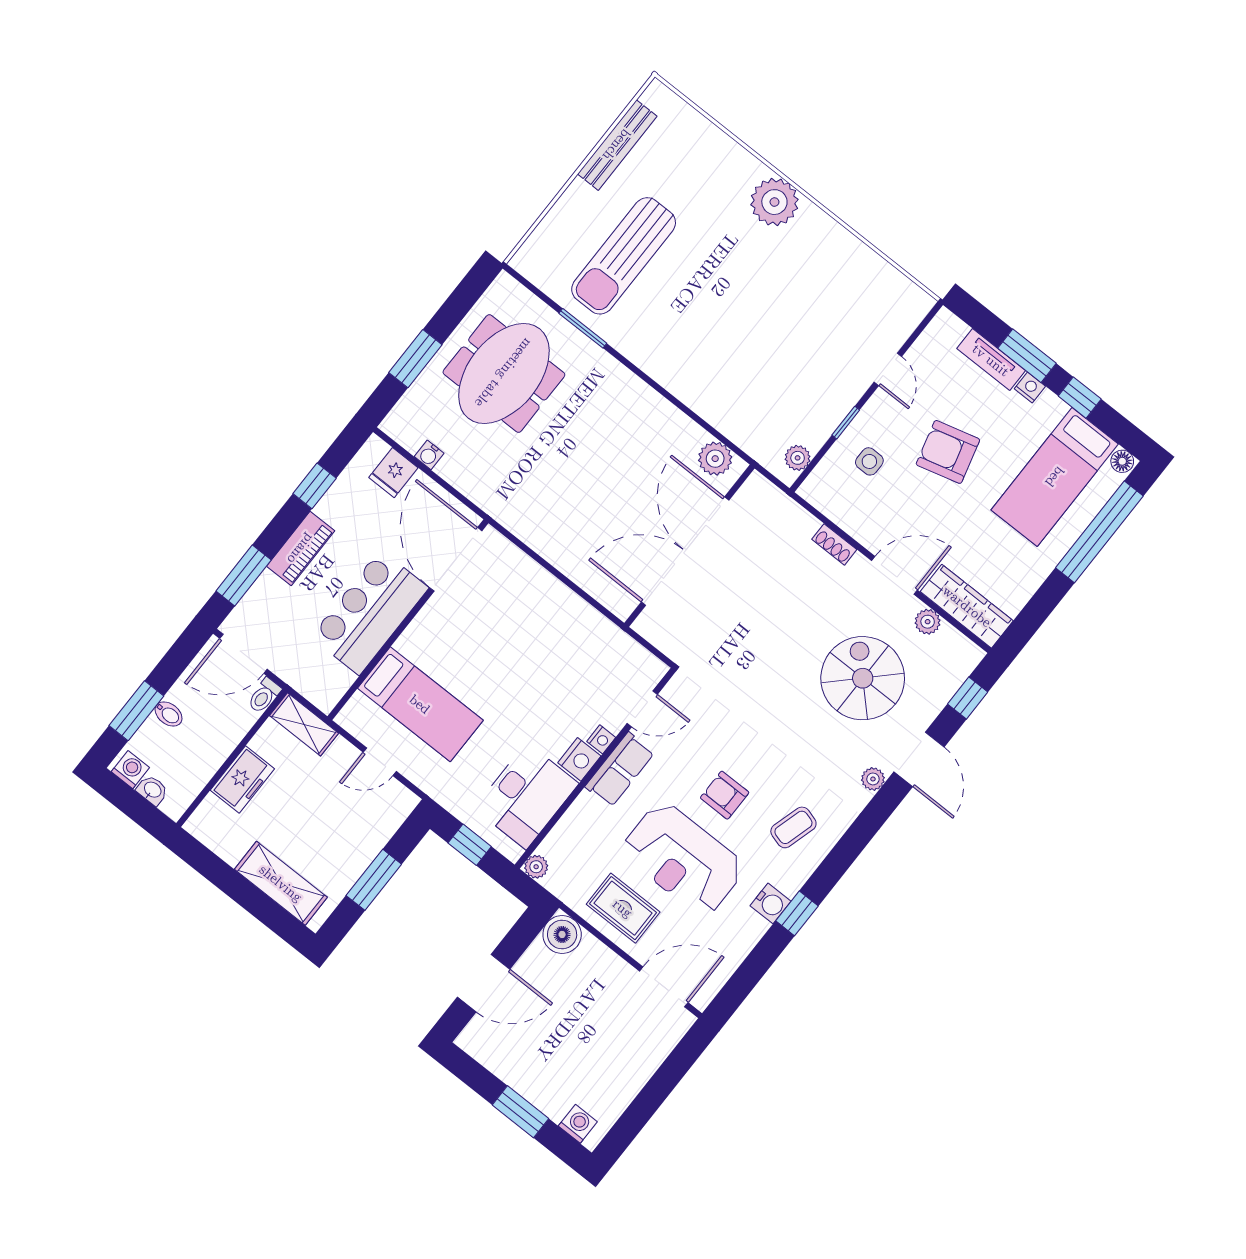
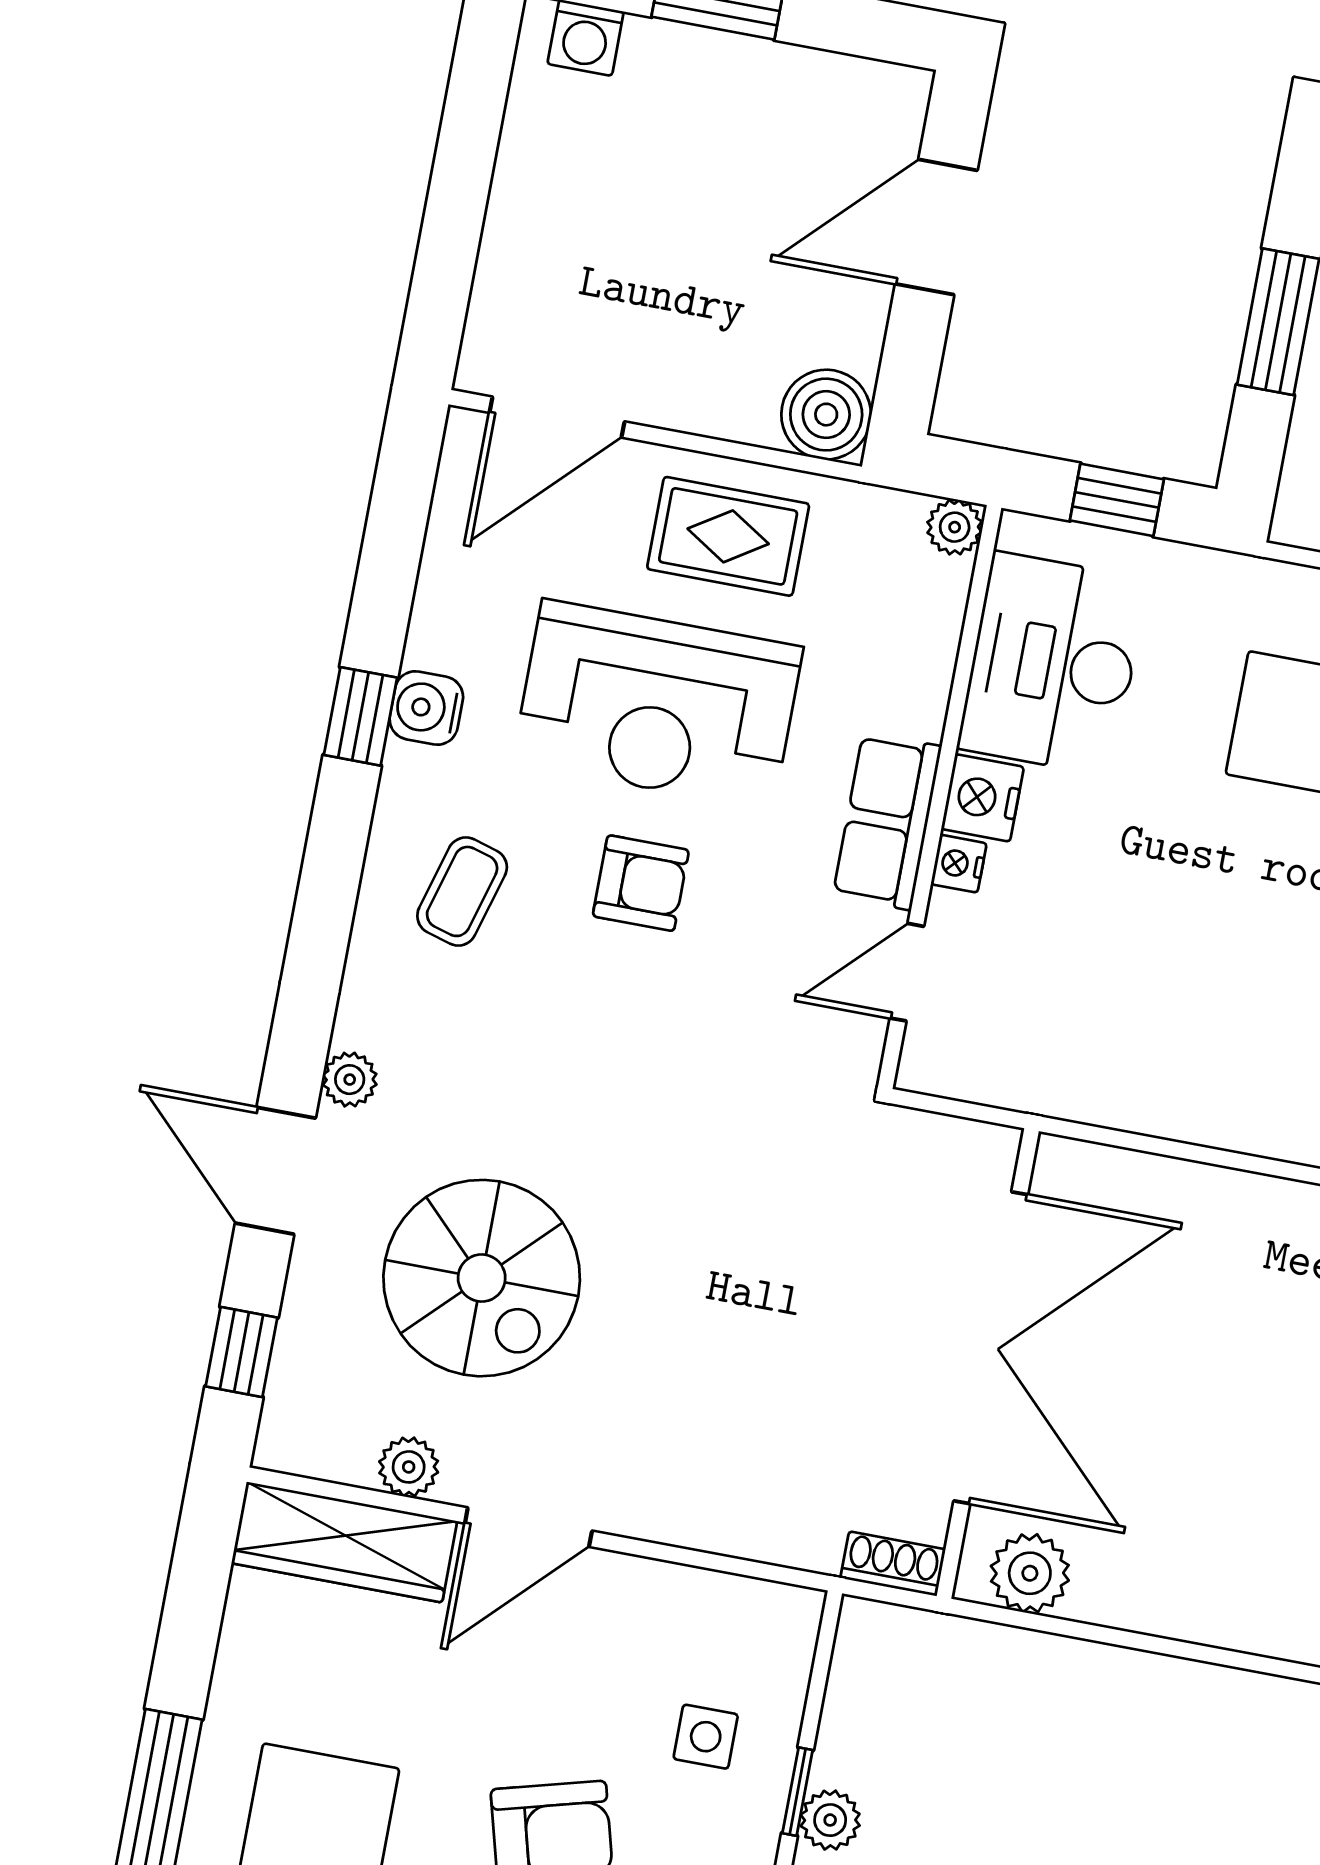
plant: (798, 458) -> (830, 1820), moved
shoe rack: (834, 544) -> (893, 1564), moved
reception desk: (683, 859) -> (658, 705), turned 180

